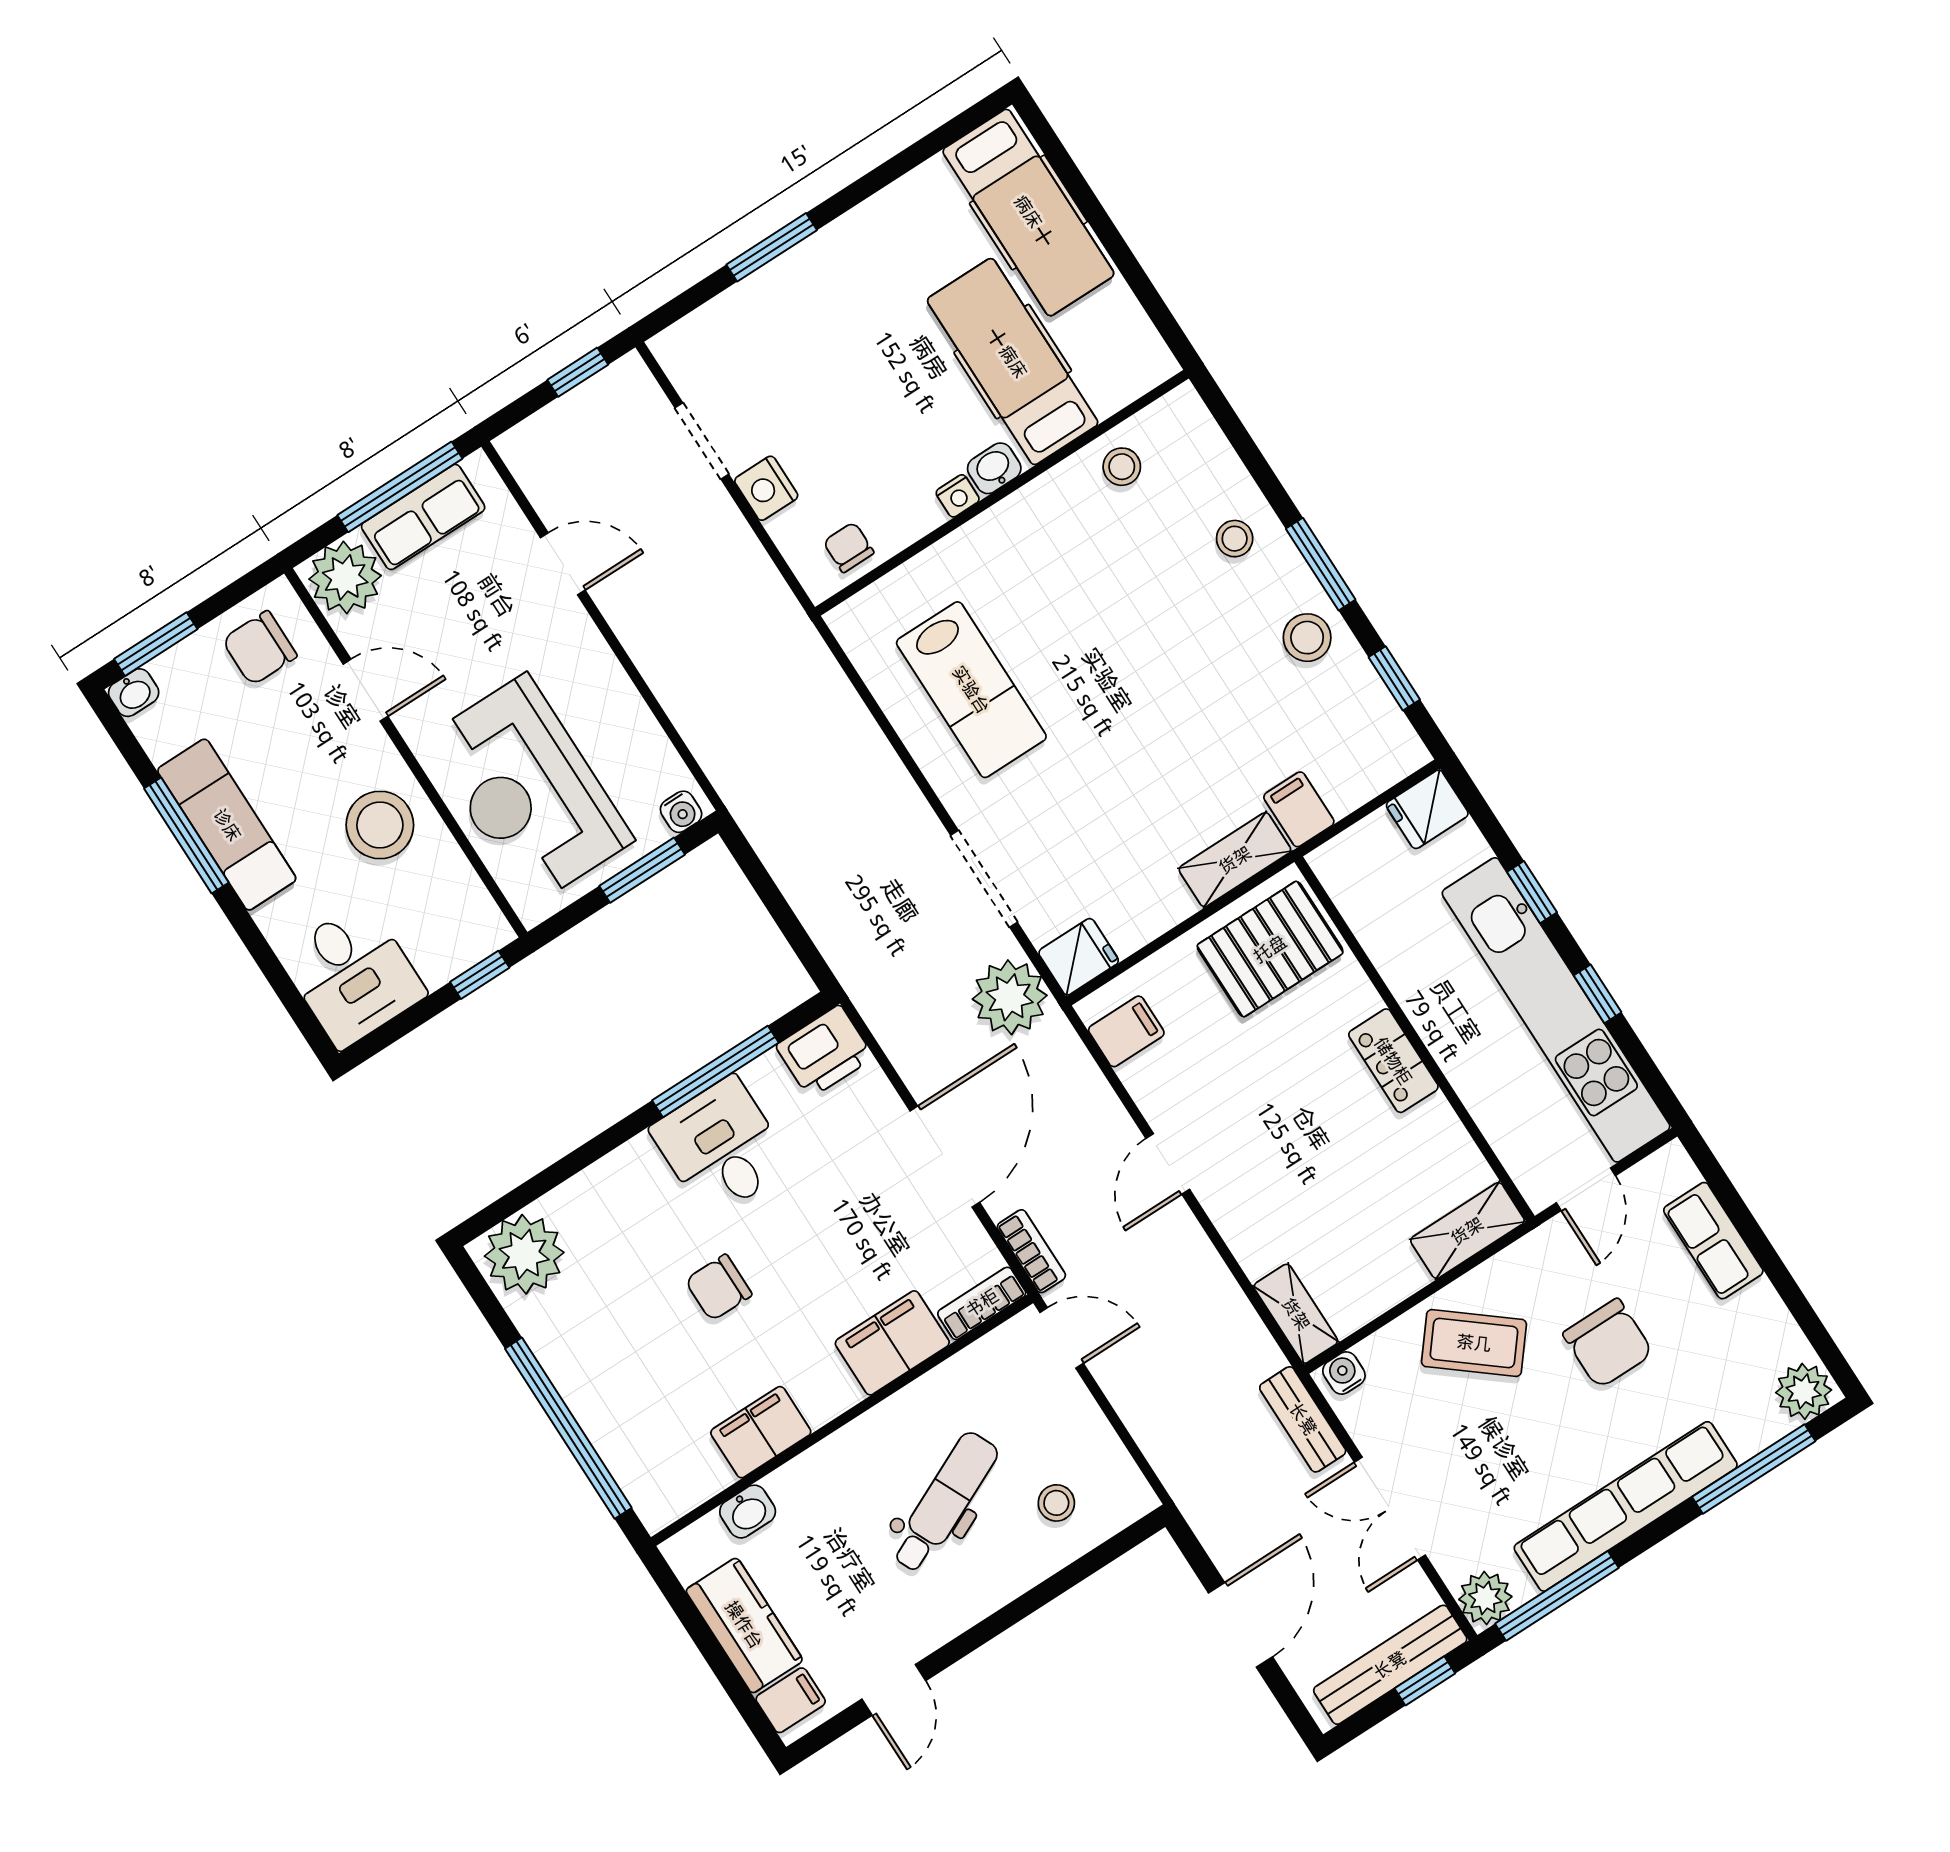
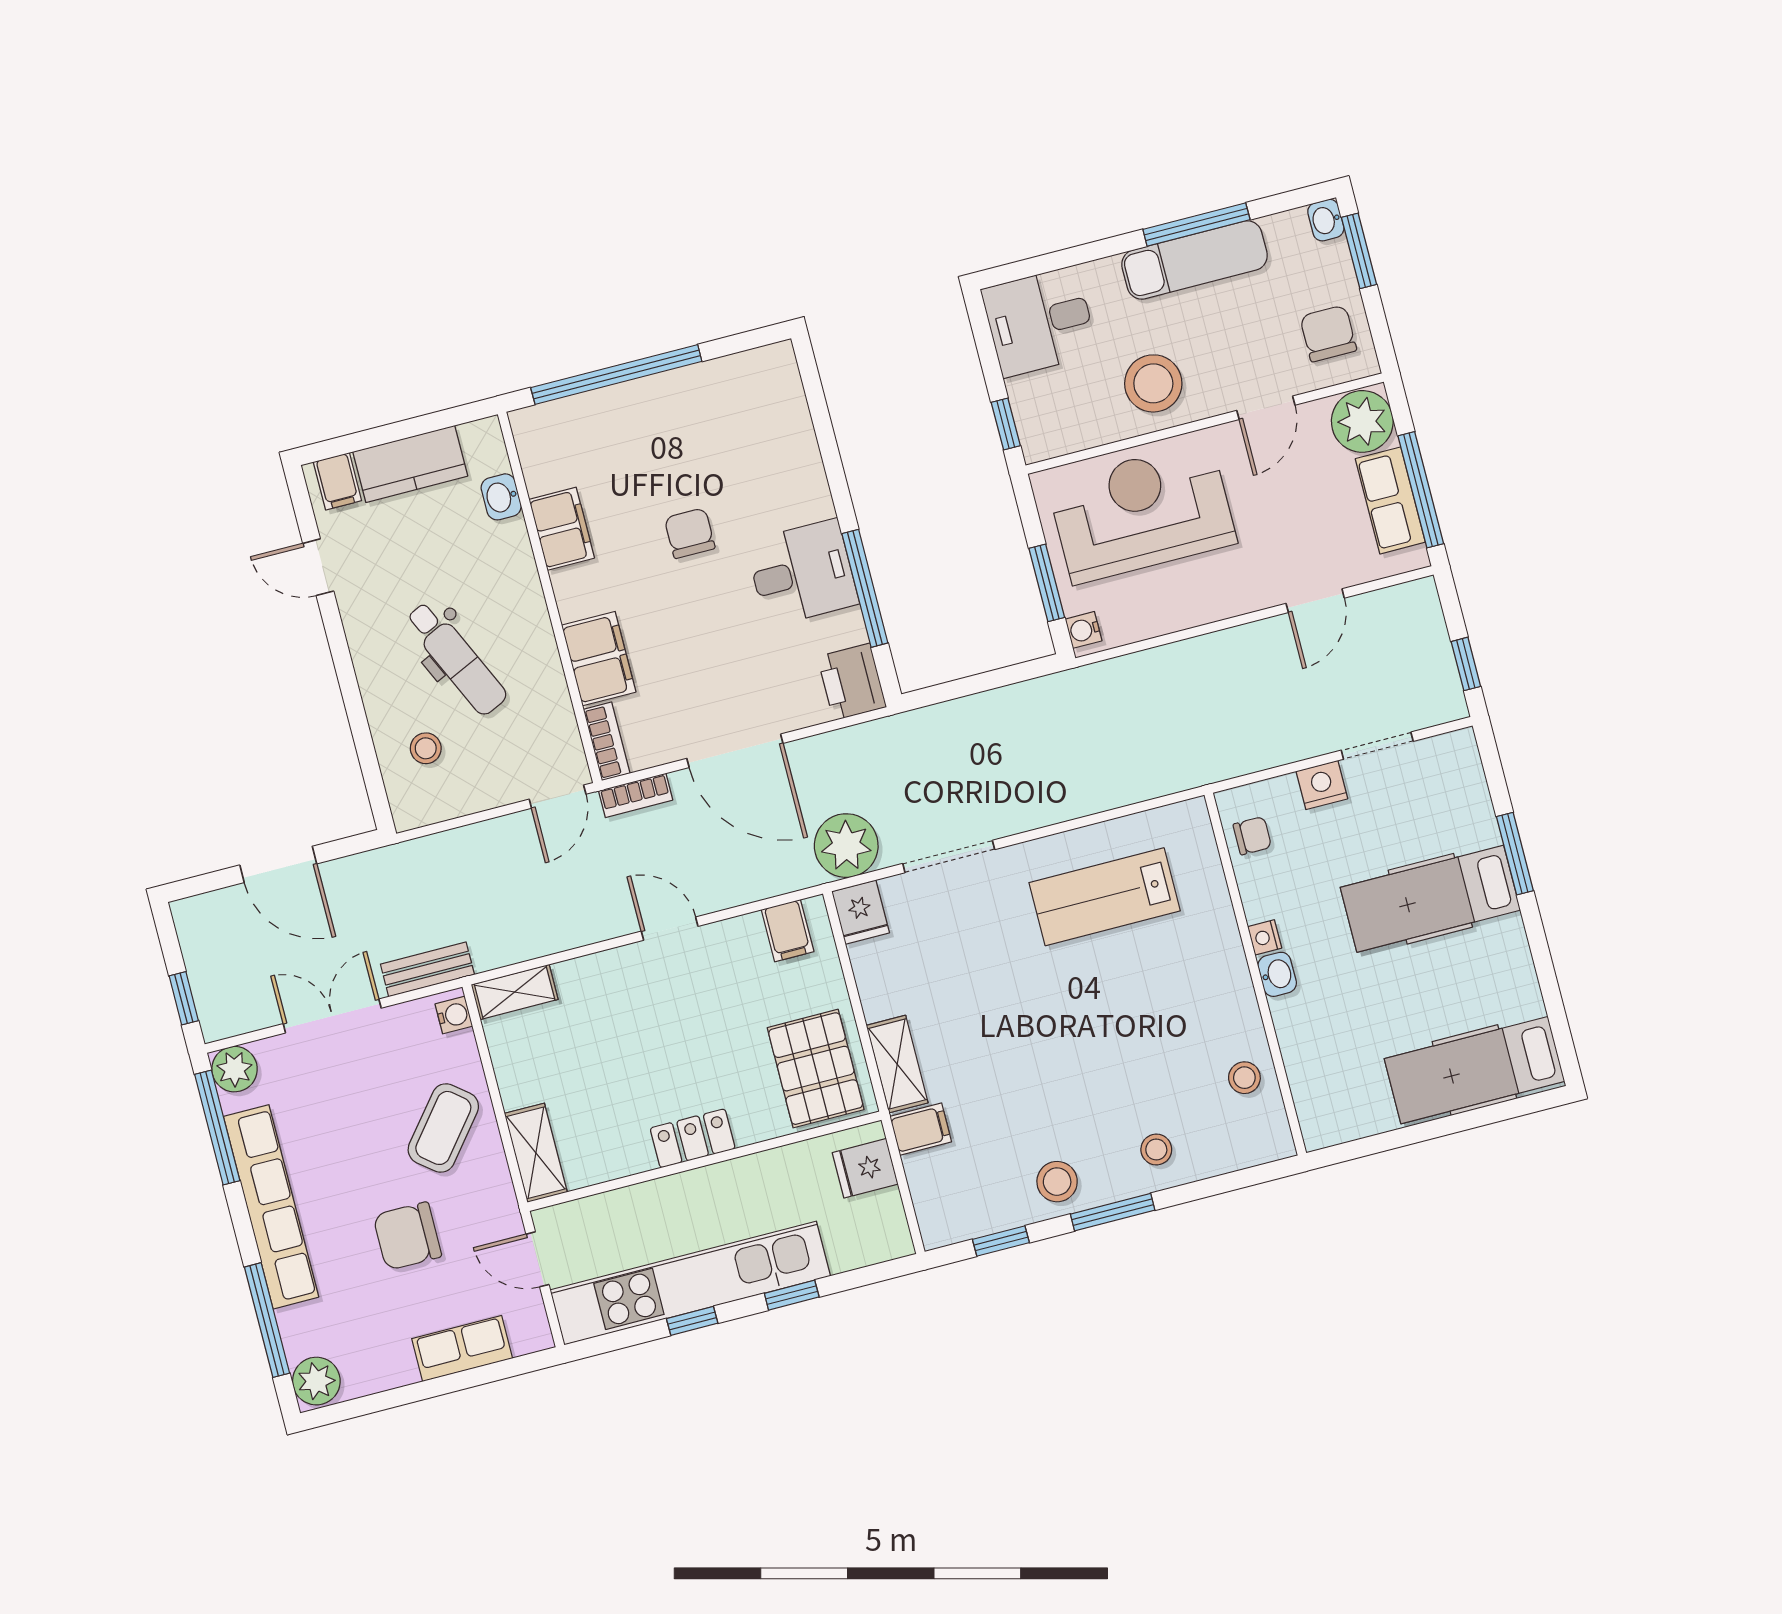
hospital bed: (1013, 362) -> (1430, 899), moved, turned 180
fridge: (1427, 809) -> (865, 1168), moved, turned -90
plant: (524, 1254) -> (768, 385), removed
bench: (1390, 1665) -> (206, 975), removed

